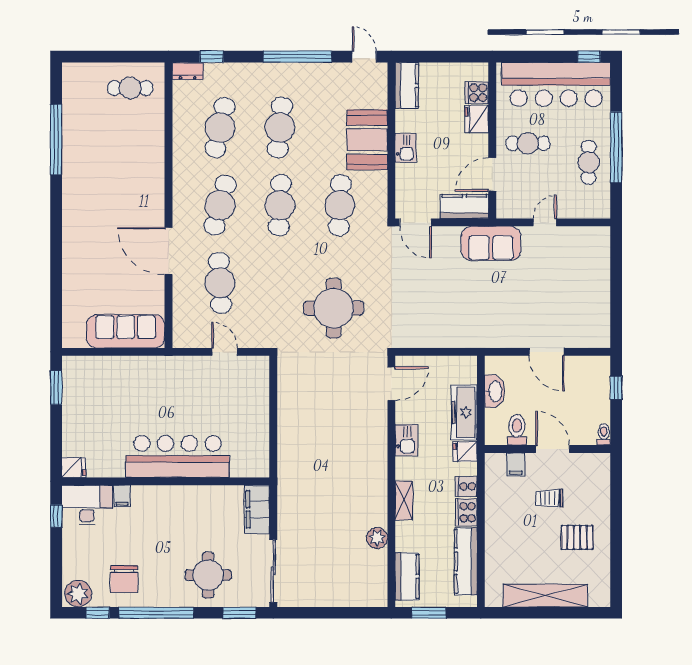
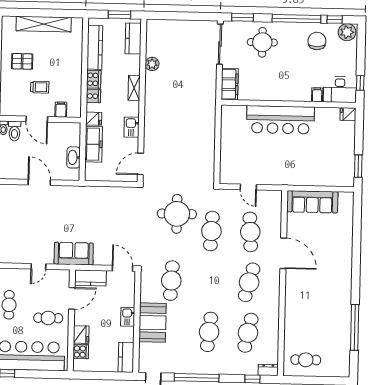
cafe table: (280, 205) -> (211, 231), moved
toilet: (517, 430) -> (15, 131), moved

